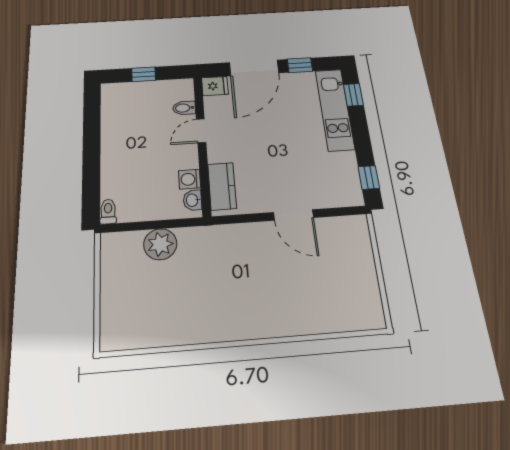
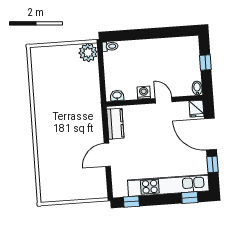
bidet: (184, 108) -> (197, 88), moved
kitchen unit: (335, 109) -> (168, 185), width x1.36
washing machine: (190, 179) -> (144, 93), moved
kitchen counter: (222, 186) -> (115, 124), moved, turned -90
plant: (160, 244) -> (88, 53), moved

